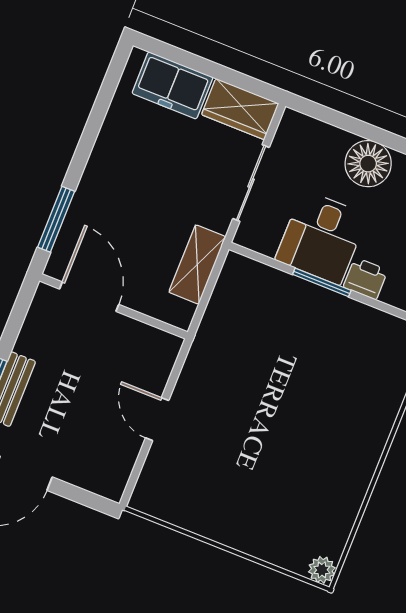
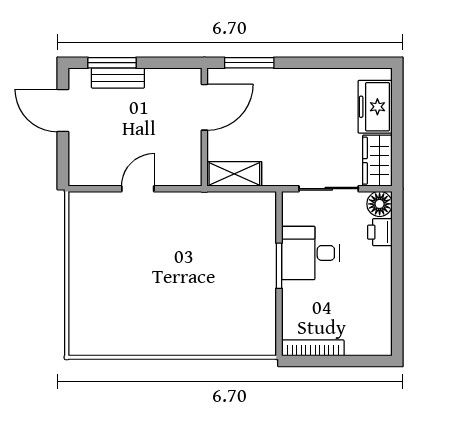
floor lamp: (368, 164) -> (380, 204), moved, width x0.73, depth x0.73
shelving: (197, 264) -> (234, 174), moved
printer: (366, 279) -> (380, 232), moved, turned 180
plant: (322, 570) -> (78, 346), removed

